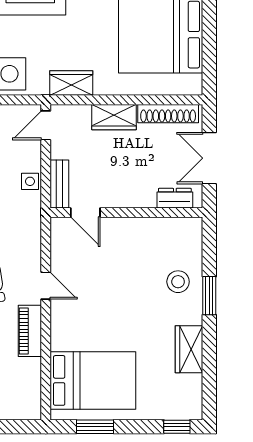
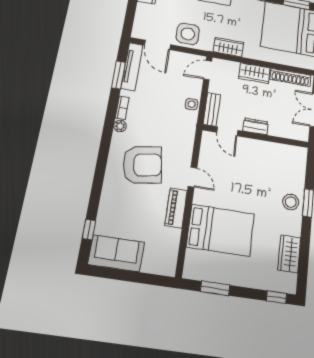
dresser: (175, 198) -> (256, 126), moved
stool: (178, 282) -> (291, 202), moved
wardrobe: (189, 349) -> (289, 254), moved
bed: (93, 380) -> (221, 230), moved

